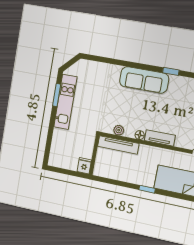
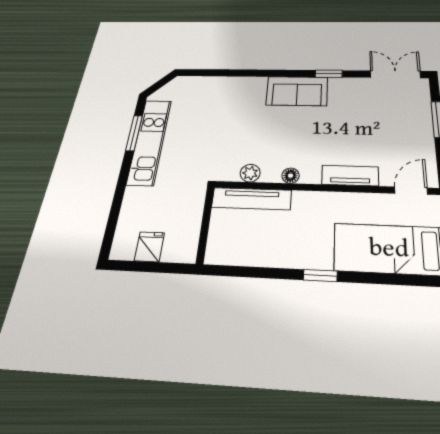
sofa: (144, 80) -> (297, 91), width x0.73
tv unit: (160, 138) -> (350, 176), moved
fridge: (84, 166) -> (149, 247), moved

